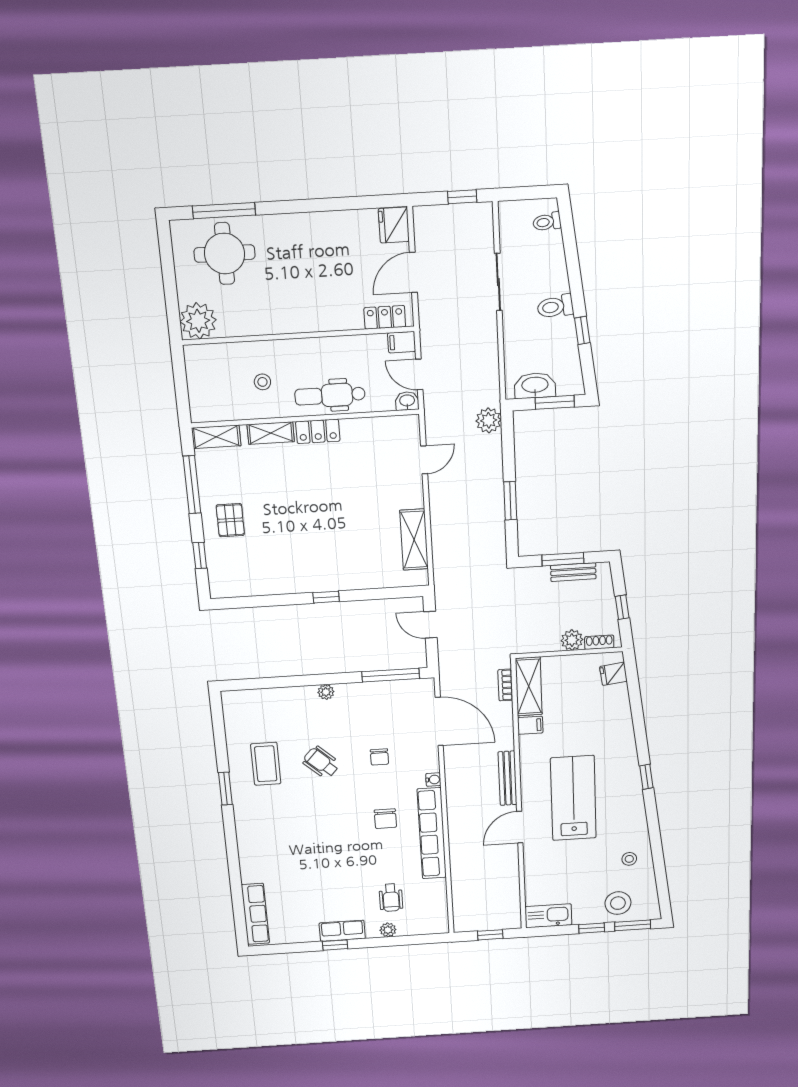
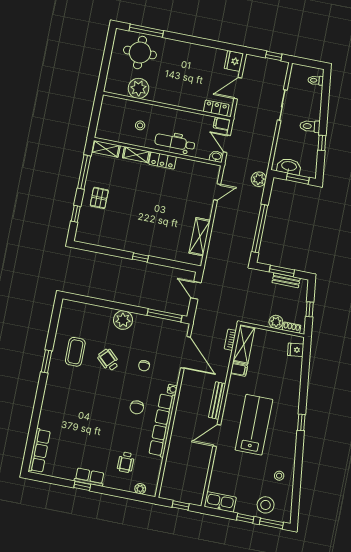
plant: (198, 321) -> (139, 88), moved
window: (510, 501) -> (260, 228), width x2.11
plant: (326, 692) -> (123, 320), width x1.88, depth x1.88
plant: (388, 930) -> (140, 489), moved

